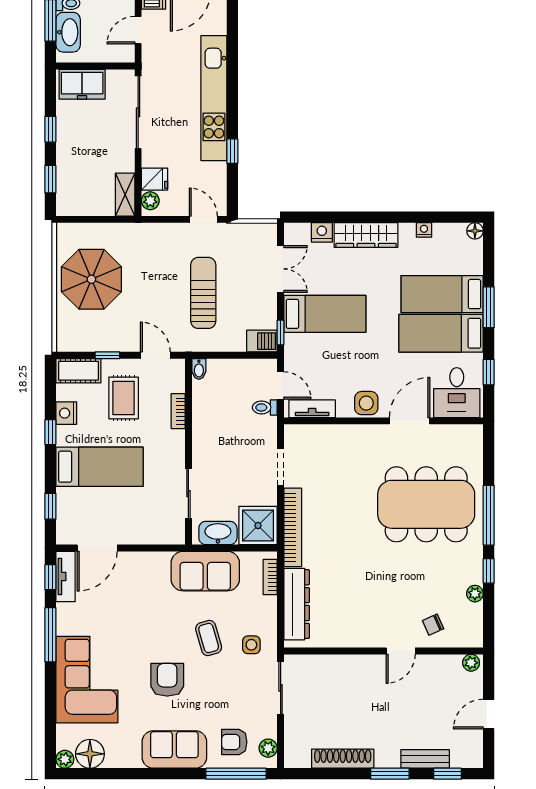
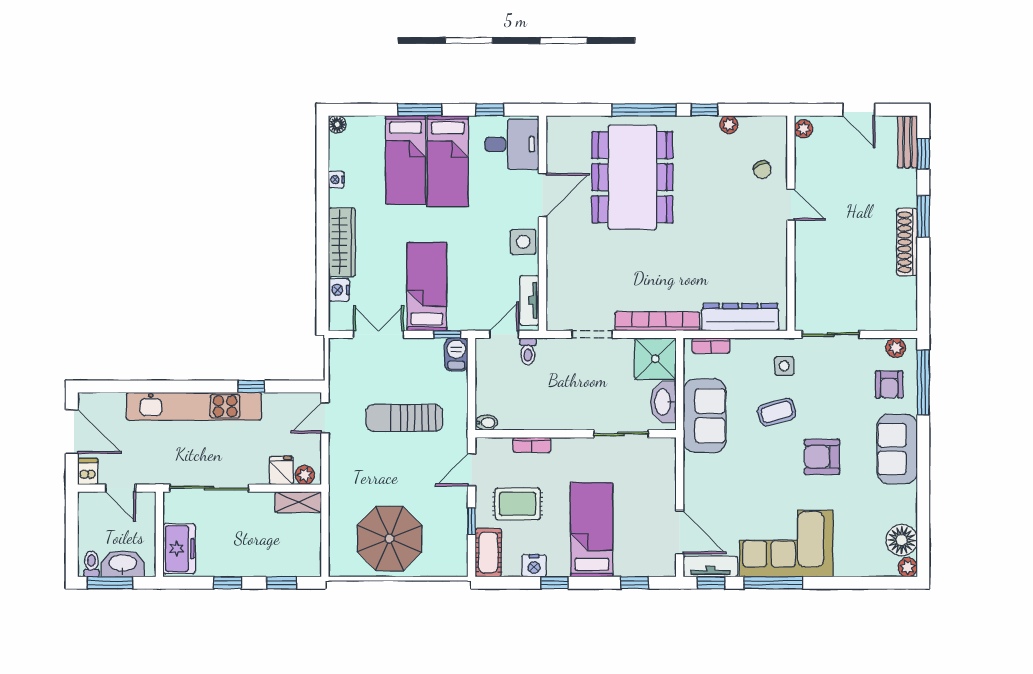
door: (410, 421) -> (542, 195), swing flipped
corner sofa: (87, 680) -> (786, 543), moved
shoe rack: (343, 759) -> (907, 242), moved
bench: (425, 759) -> (907, 142), moved

